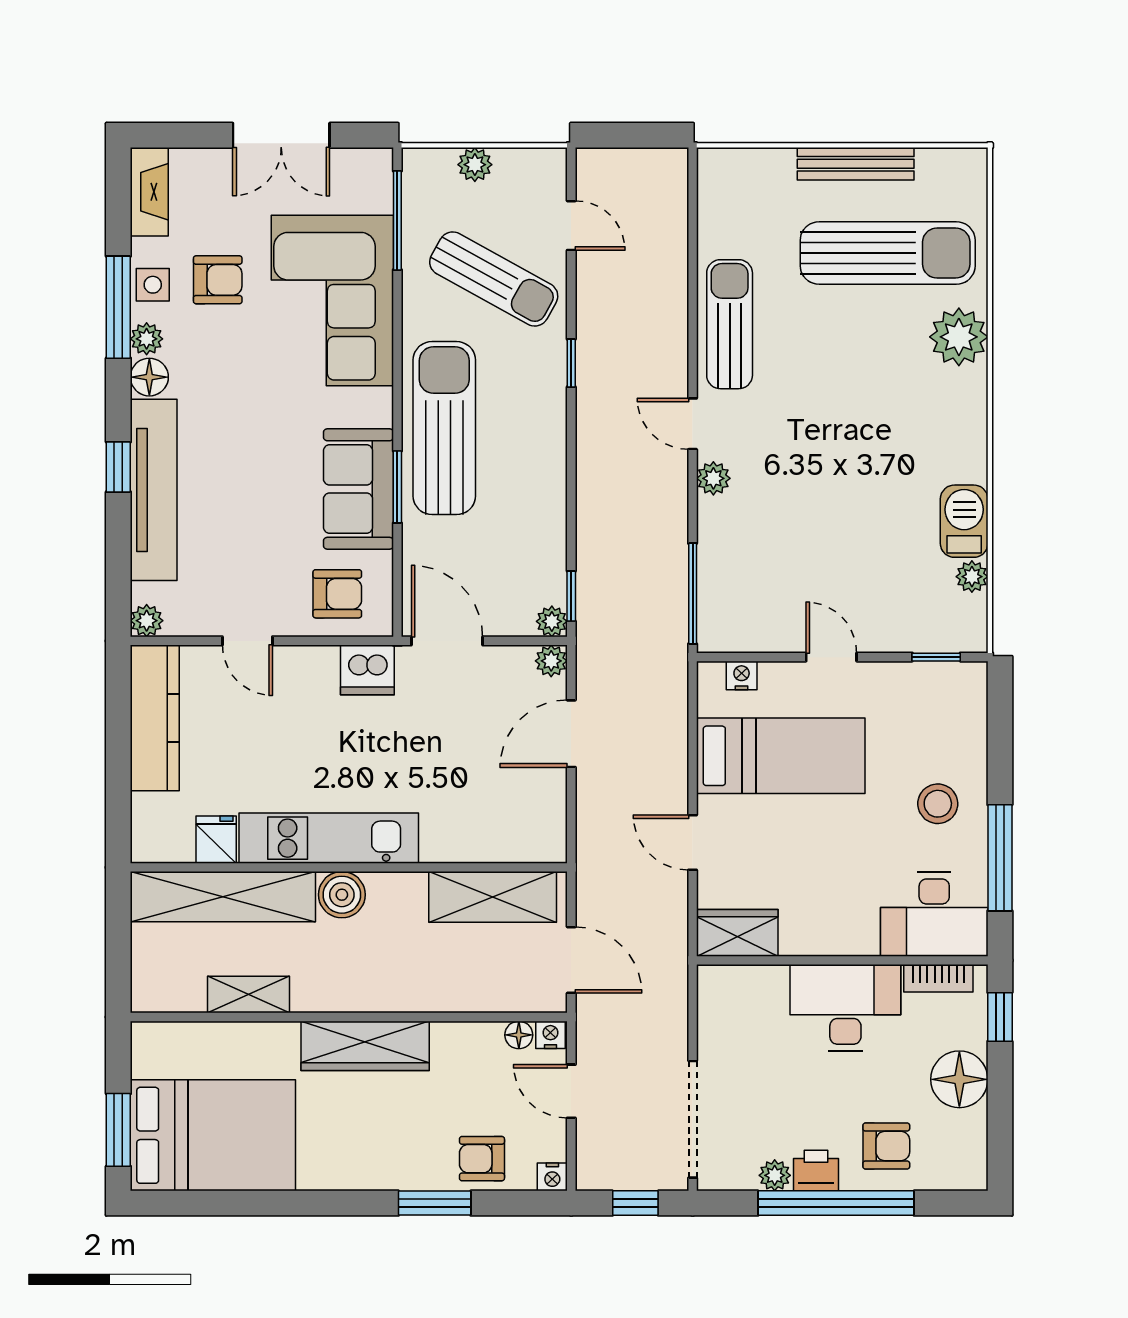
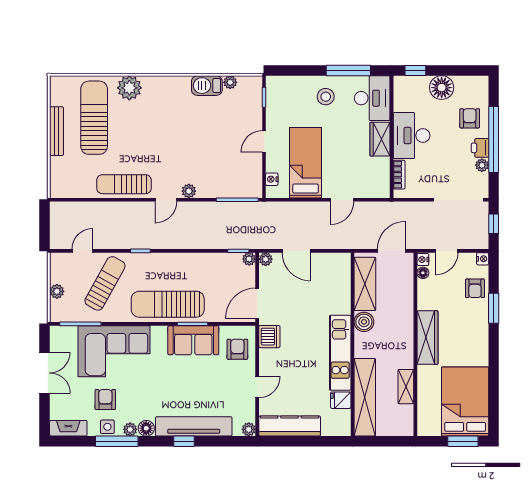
boiler: (342, 895) -> (364, 322), moved
wardrobe: (737, 933) -> (380, 139), moved
bookcase: (938, 978) -> (399, 175), moved

